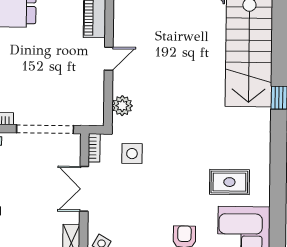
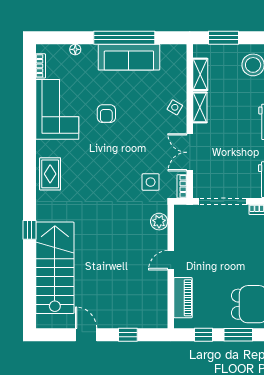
rug: (229, 182) -> (50, 174), moved, turned 90
double door: (84, 189) -> (190, 152), swing flipped

